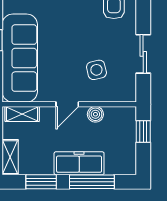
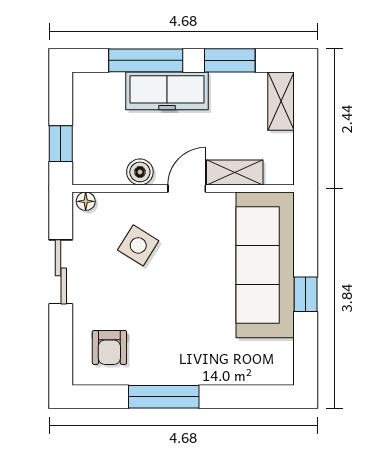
side table: (96, 70) -> (138, 245), turned 45
floor lamp: (128, 97) -> (86, 201), added
shelving: (22, 114) -> (235, 172), moved

